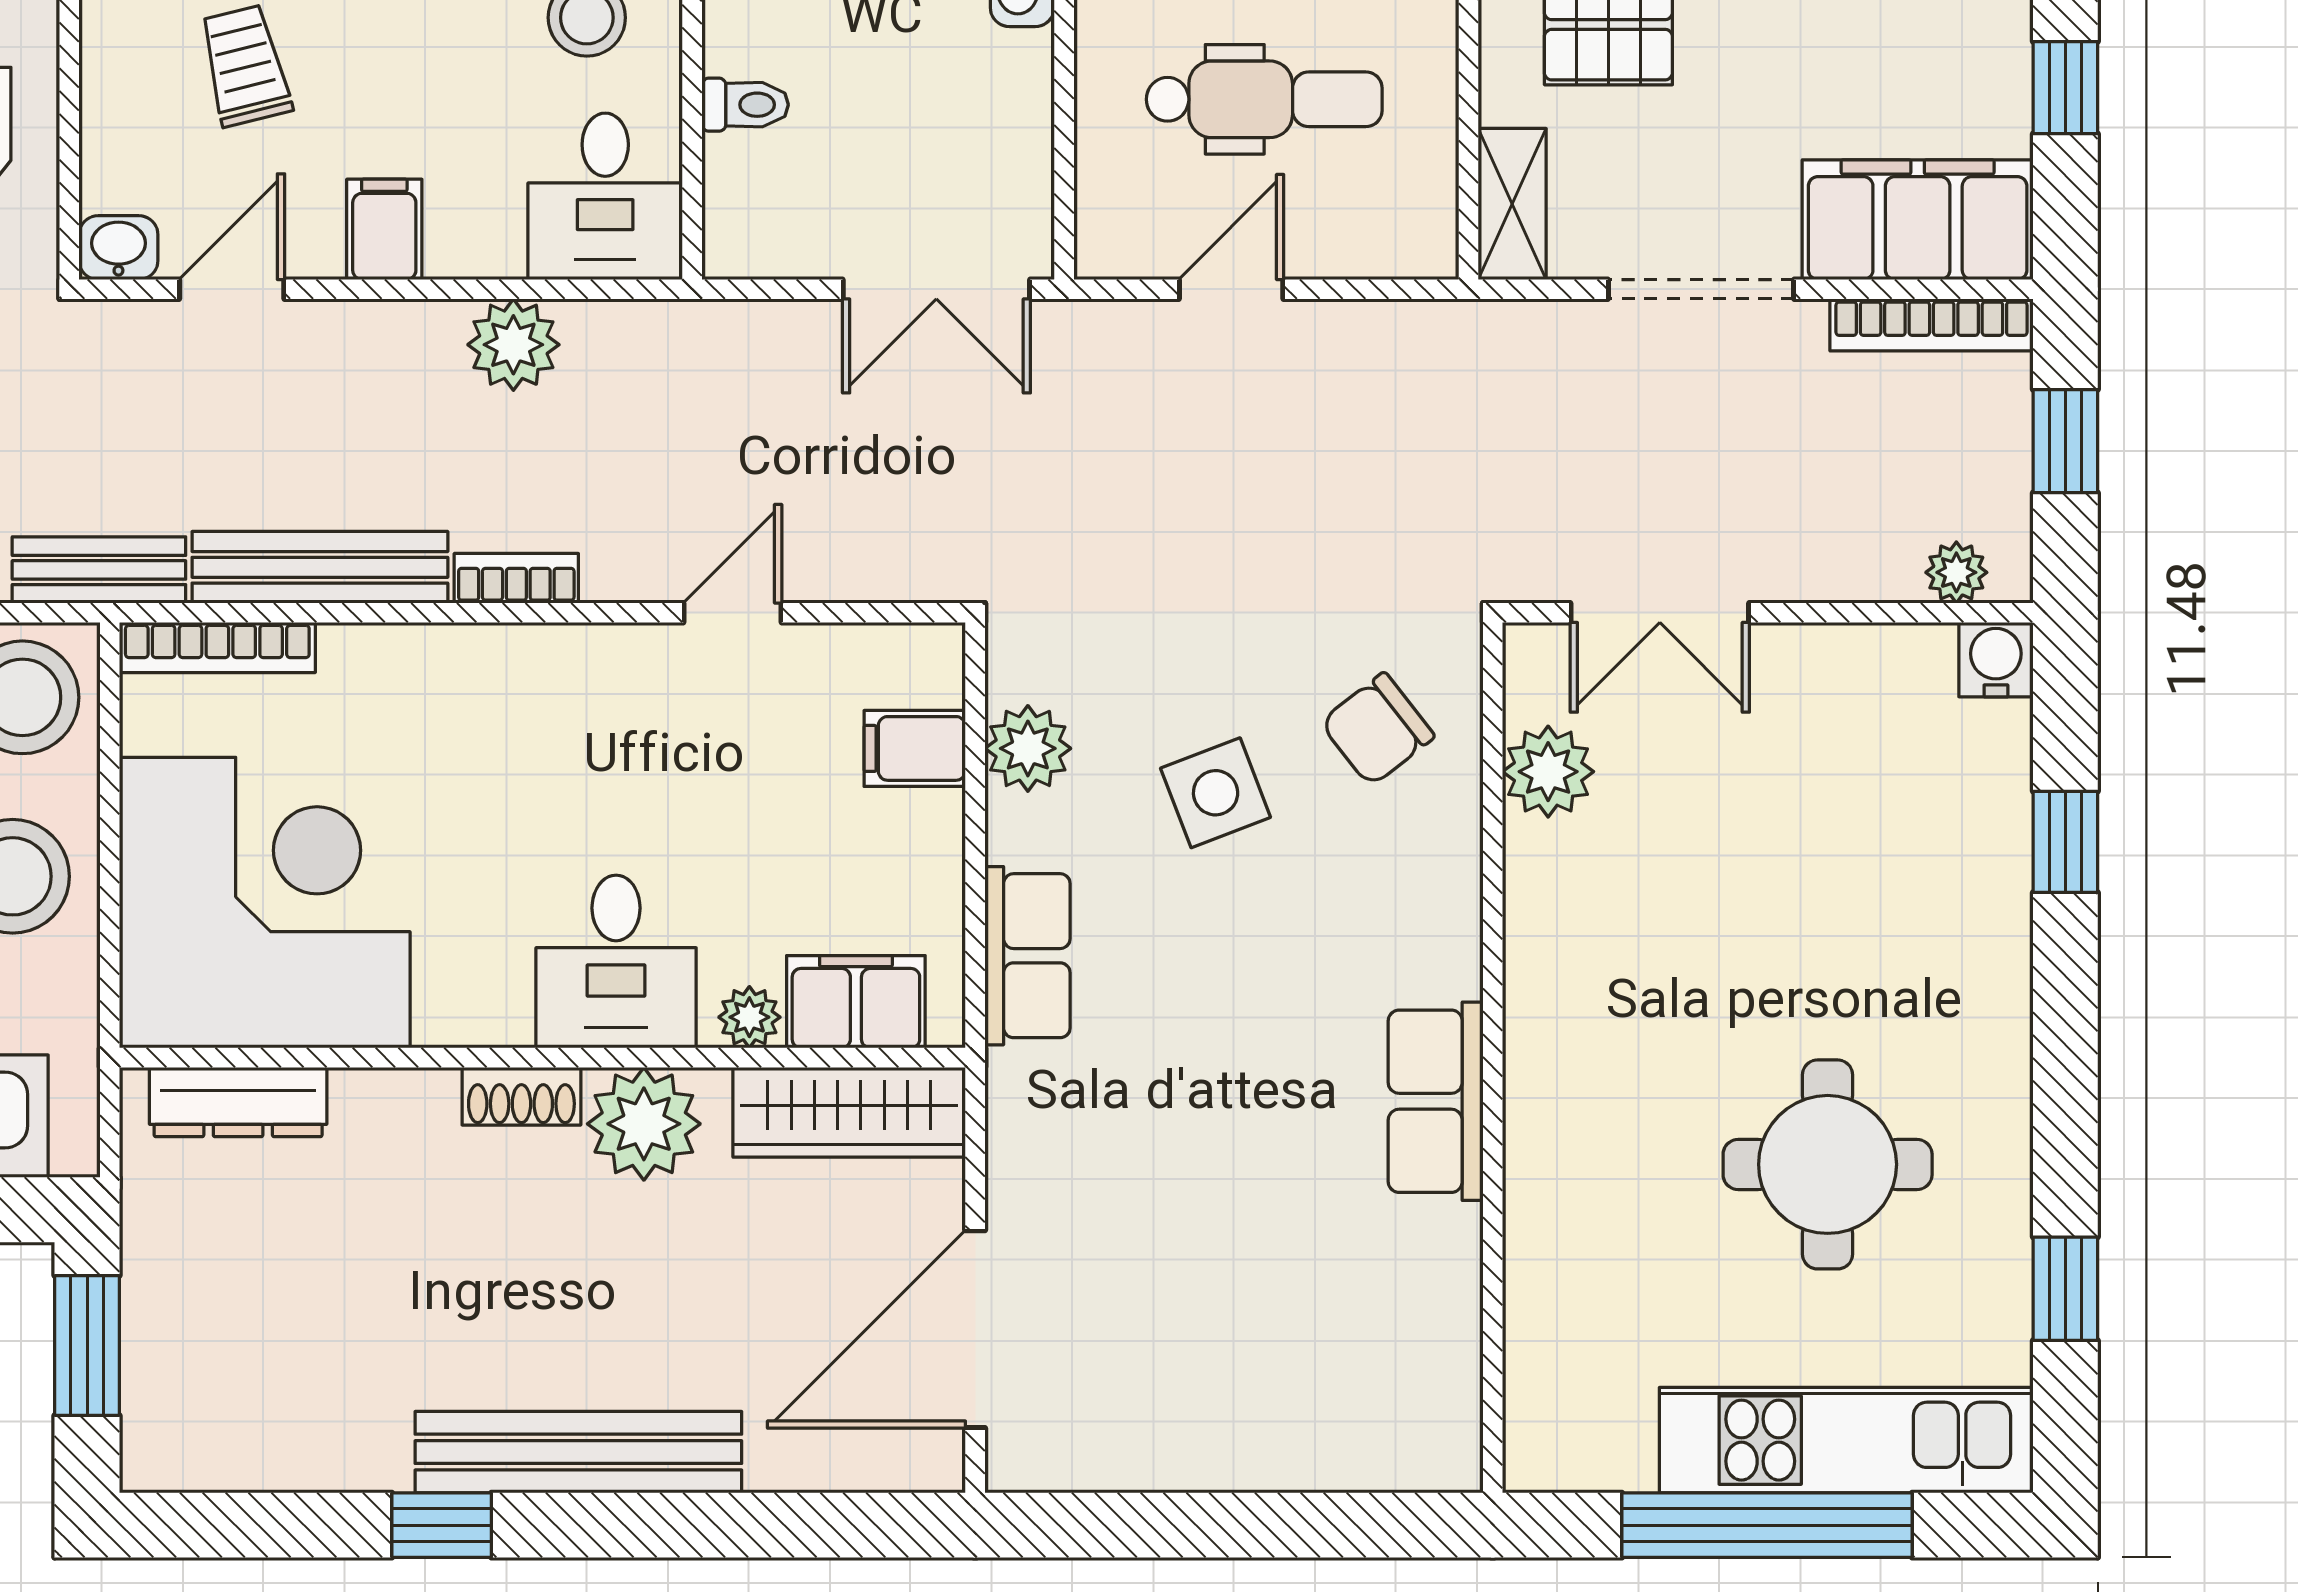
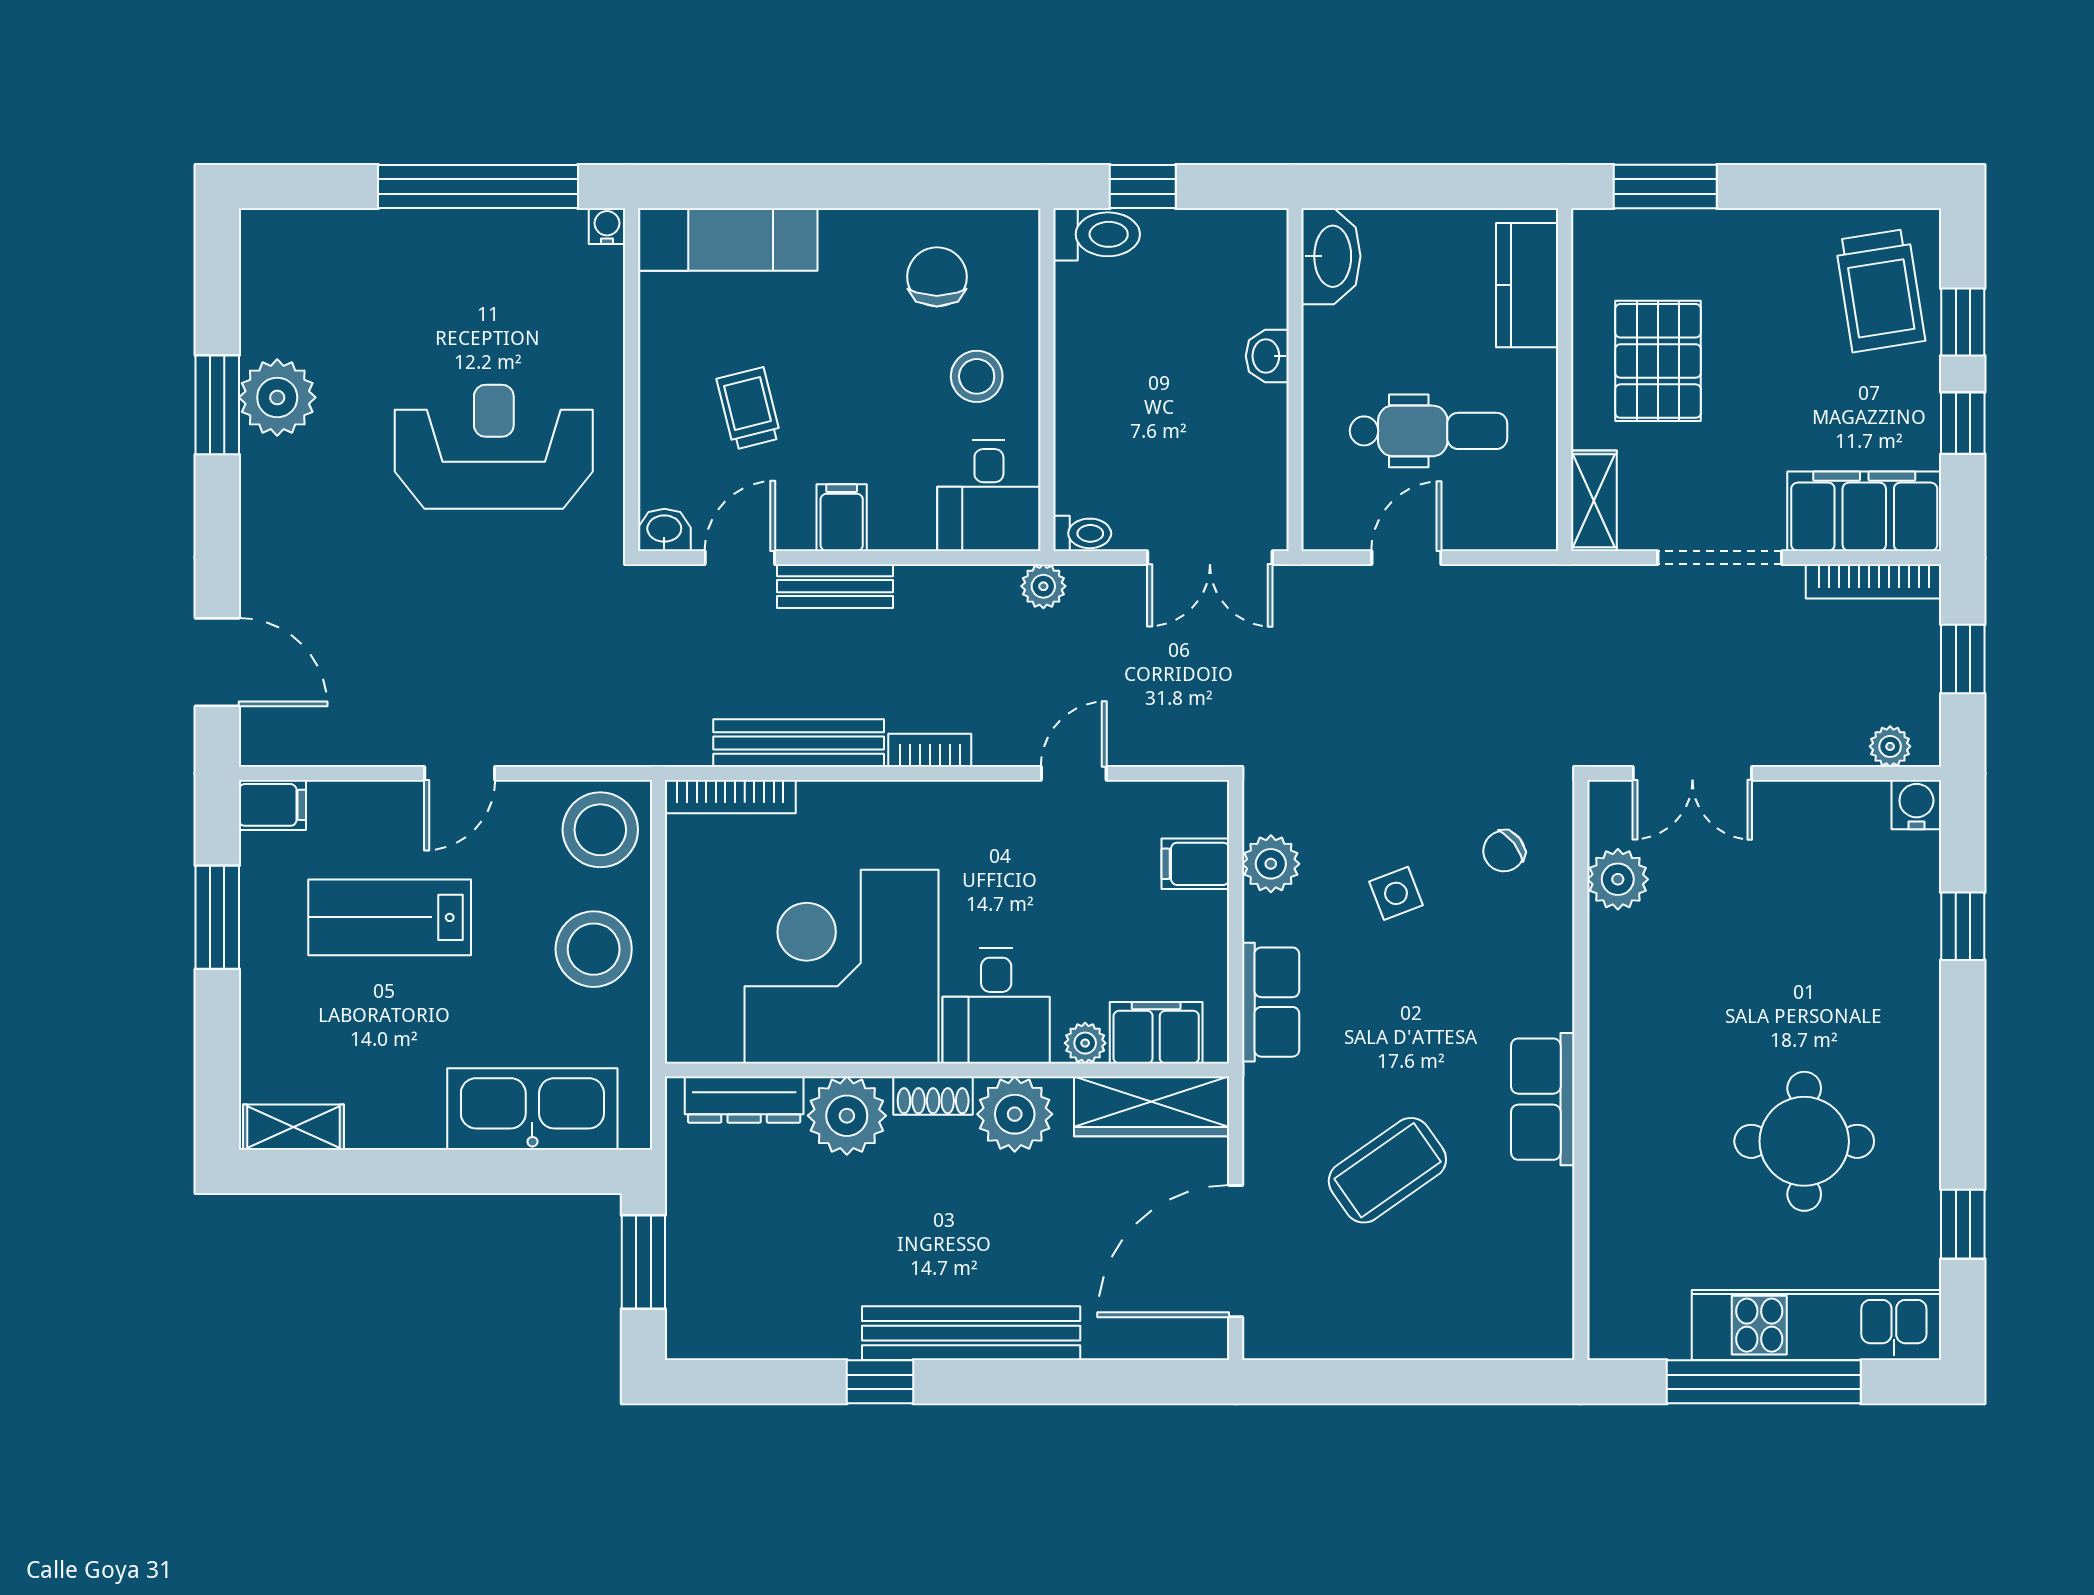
toilet: (745, 105) -> (1082, 533), moved
plant: (513, 345) -> (1043, 586), moved, width x0.73, depth x0.73
bench: (99, 570) -> (835, 586), moved
chair: (1377, 729) -> (1504, 851), width x0.73, depth x0.73
side table: (1216, 793) -> (1396, 893), width x0.73, depth x0.73
corner desk: (265, 903) -> (842, 967), moved, turned -90
plant: (392, 1126) -> (847, 1116), added
coffee table: (1203, 1208) -> (1387, 1170), added

